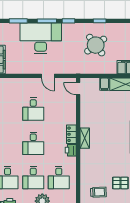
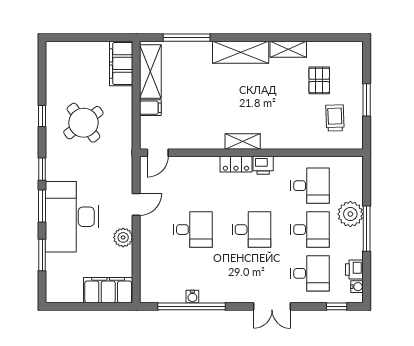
plant: (29, 68) -> (123, 237), added

